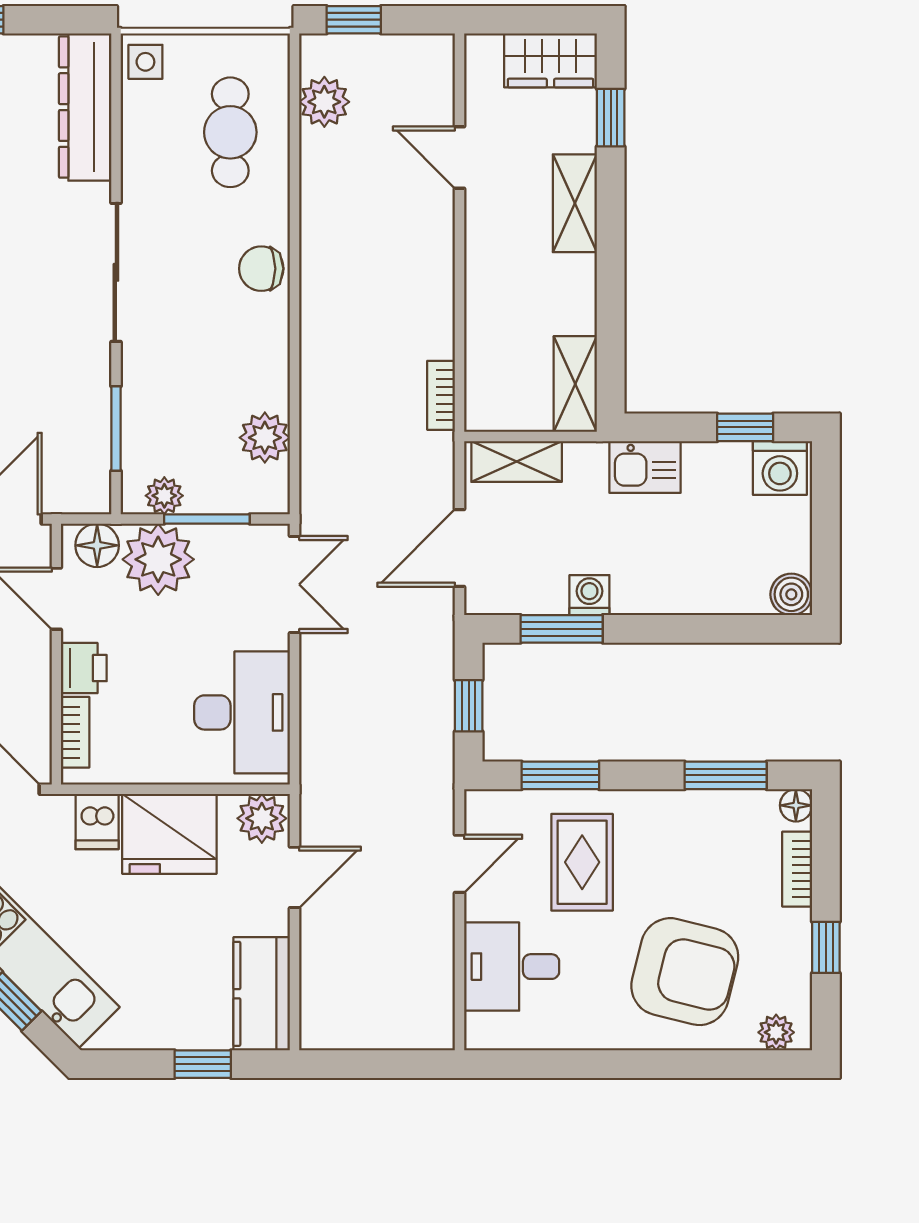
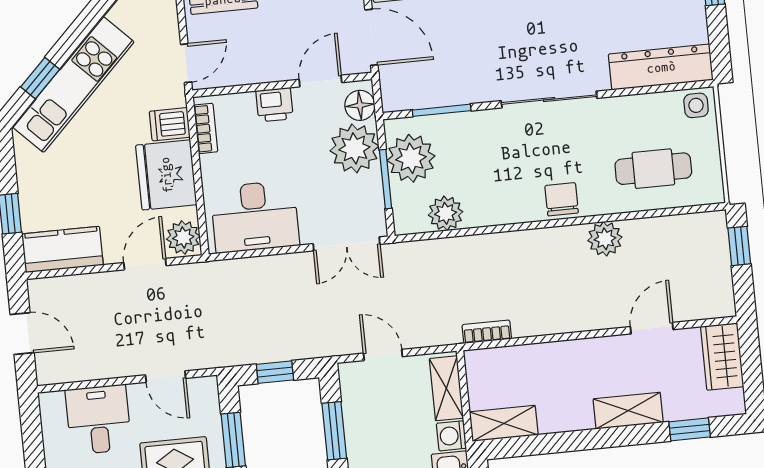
wardrobe: (550, 60) -> (722, 357), moved
plant: (324, 102) -> (605, 239), moved
plant: (164, 496) -> (411, 158), width x1.88, depth x1.88
door: (459, 548) -> (383, 355), width x0.73
washing machine: (589, 595) -> (451, 436), moved, turned 180
bookcase: (75, 732) -> (206, 128), moved, turned -90
door: (295, 877) -> (145, 264), swing flipped
door: (377, 1064) -> (22, 334), added

